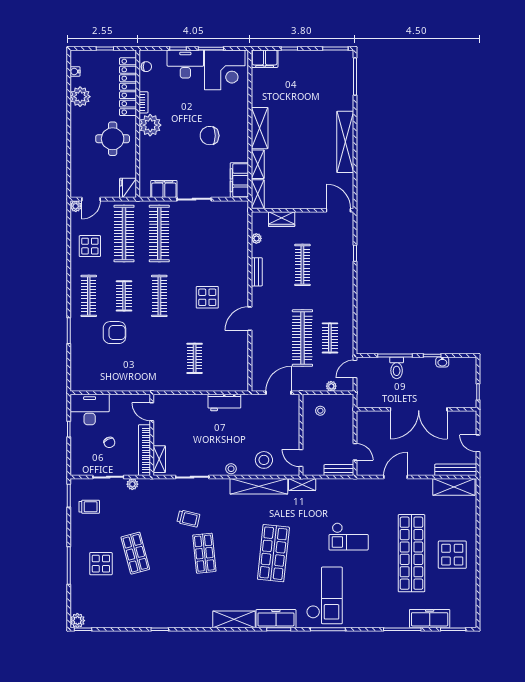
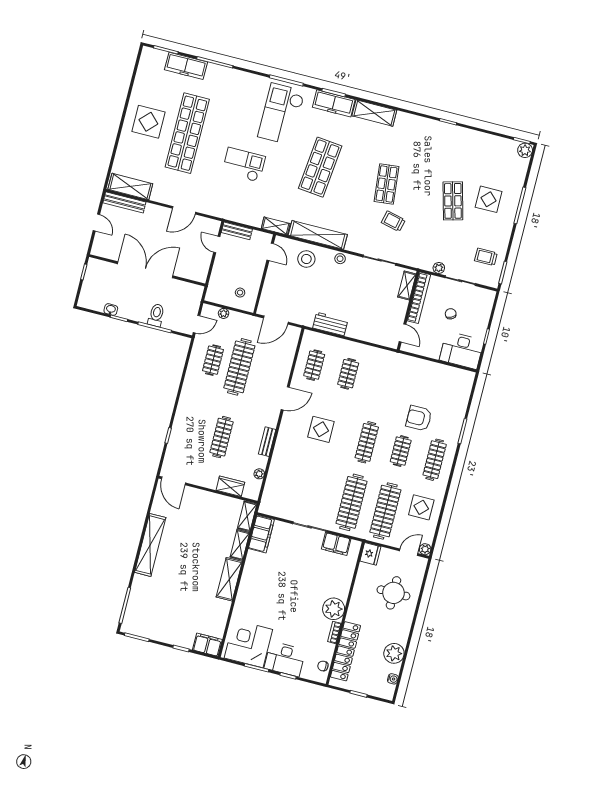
chair: (210, 136) -> (279, 584), removed
round table: (113, 139) -> (393, 593), moved
clothes rail: (230, 358) -> (314, 365), added

